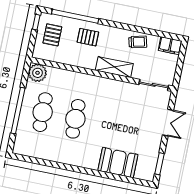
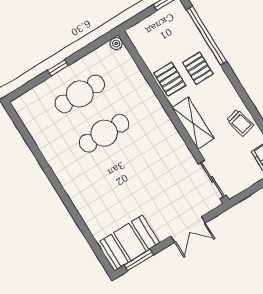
pallet: (52, 35) -> (170, 79), moved, turned 90
plant: (38, 73) -> (116, 44), width x0.53, depth x0.53
window: (18, 111) -> (58, 68), width x0.32
booth: (118, 163) -> (130, 242), moved, turned 90

